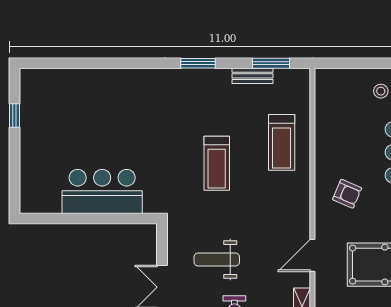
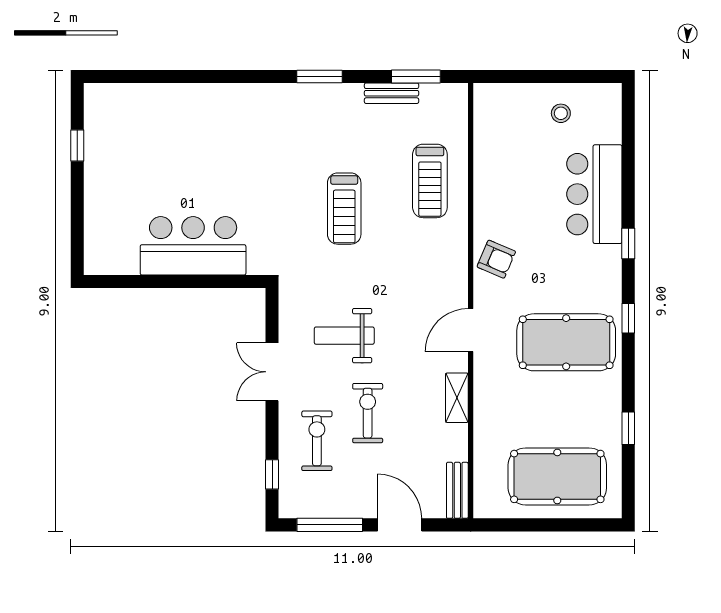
armchair: (347, 194) -> (496, 259), moved

